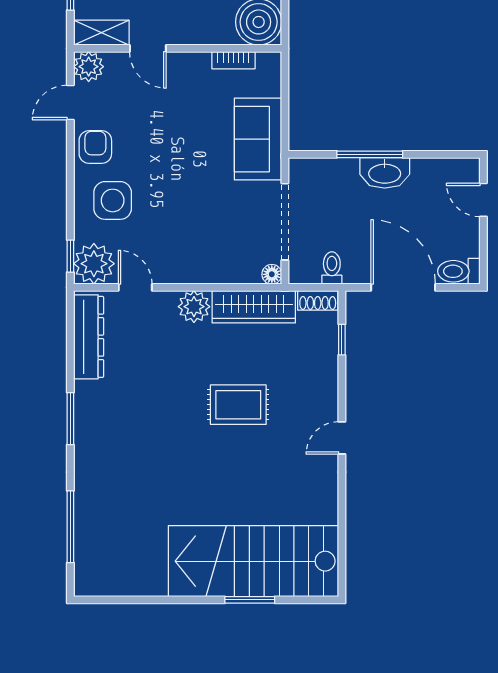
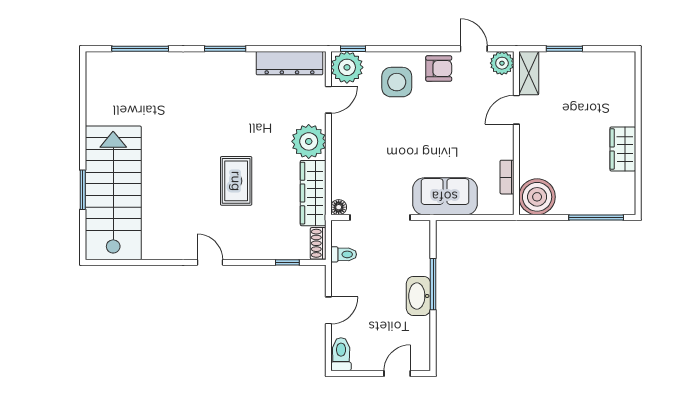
door: (403, 287) -> (328, 310), width x0.53
plant: (194, 307) -> (309, 141), width x1.36, depth x1.36

